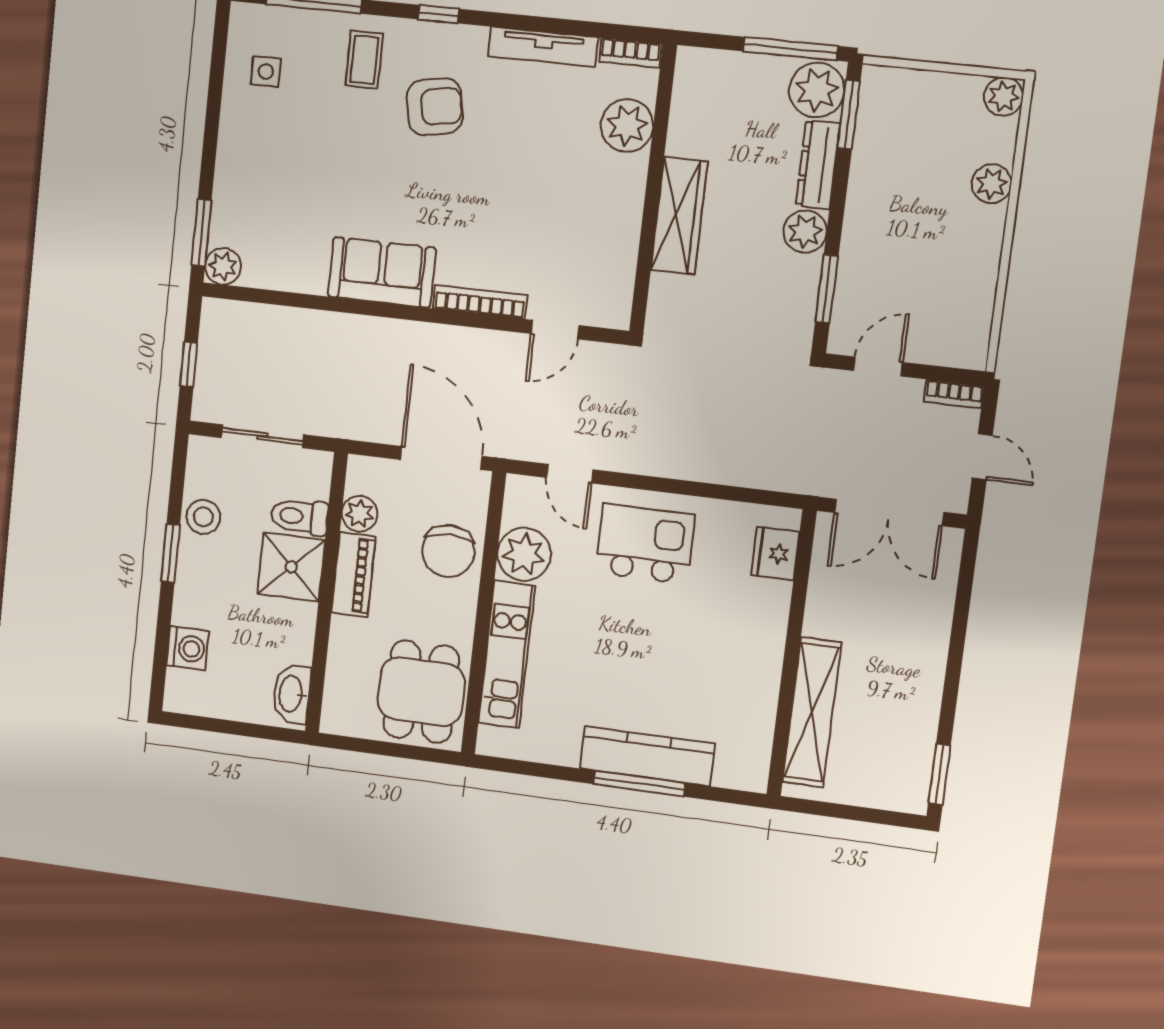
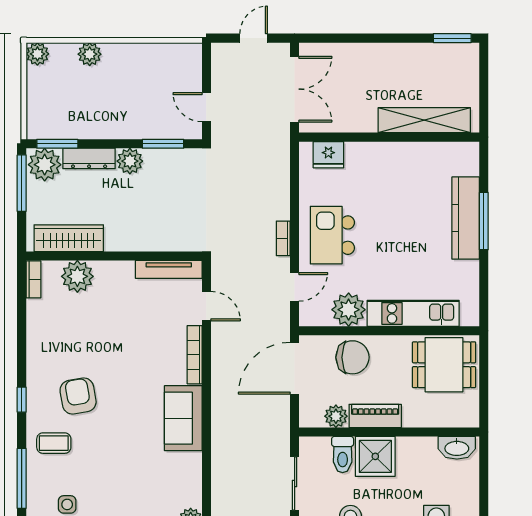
tv unit: (543, 47) -> (169, 269), moved, turned 90
wardrobe: (679, 216) -> (69, 238), moved
bookcase: (954, 394) -> (283, 238), moved, turned 180

